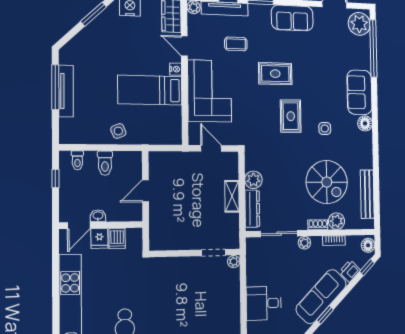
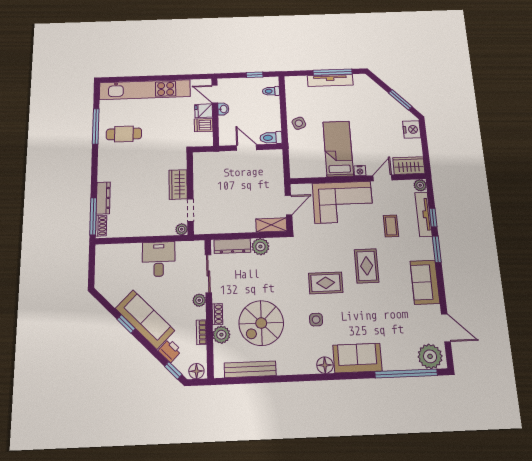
toilet: (105, 163) -> (271, 138), moved
shelving: (232, 196) -> (271, 225), moved
wardrobe: (185, 266) -> (178, 184), added
desk: (264, 303) -> (159, 259), moved

